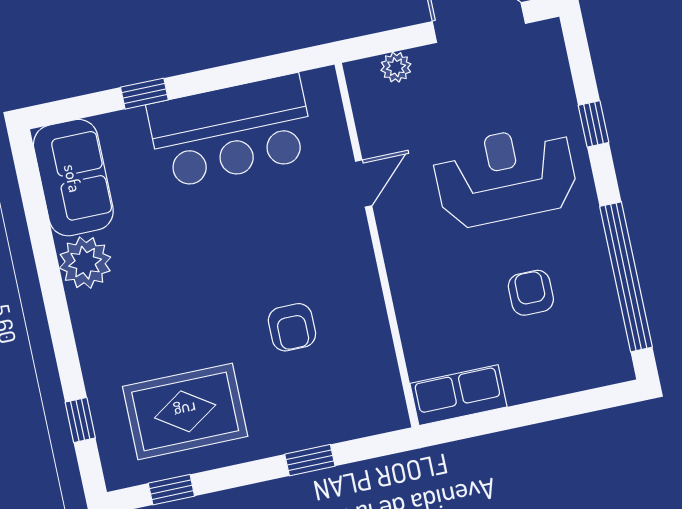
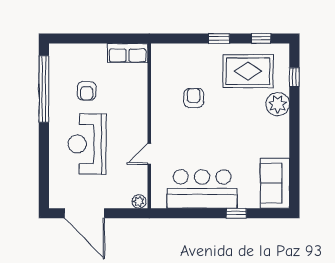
plant: (396, 67) -> (139, 201), moved
window: (593, 124) -> (44, 159), removed
reception desk: (505, 176) -> (87, 144), turned 90
plant: (85, 263) -> (278, 104), moved
window: (310, 460) -> (219, 38), moved

